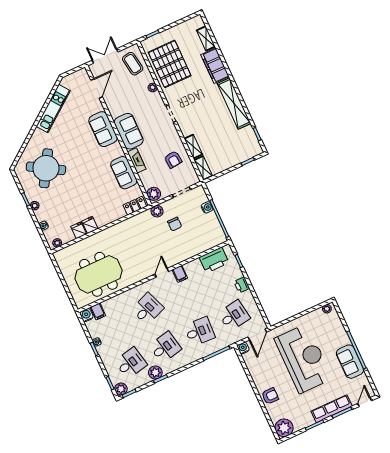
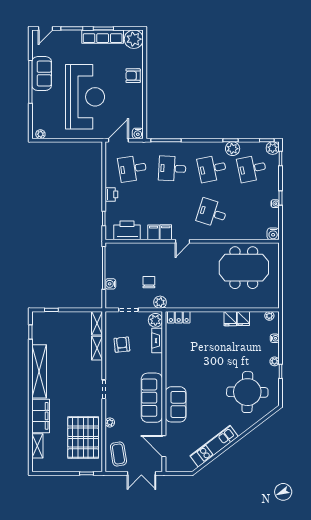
door: (97, 88) -> (164, 446), hinge flipped
sofa: (129, 131) -> (152, 398), width x1.36
fireplace: (137, 160) -> (157, 341), moved
round table: (46, 168) -> (247, 392), turned -30
sofa: (124, 173) -> (175, 354), removed
desk: (148, 309) -> (212, 213), turned 39
filing cabinet: (98, 311) -> (153, 232), moved
reception desk: (303, 359) -> (85, 97), turned 180
row of seats: (332, 409) -> (103, 37), moved

